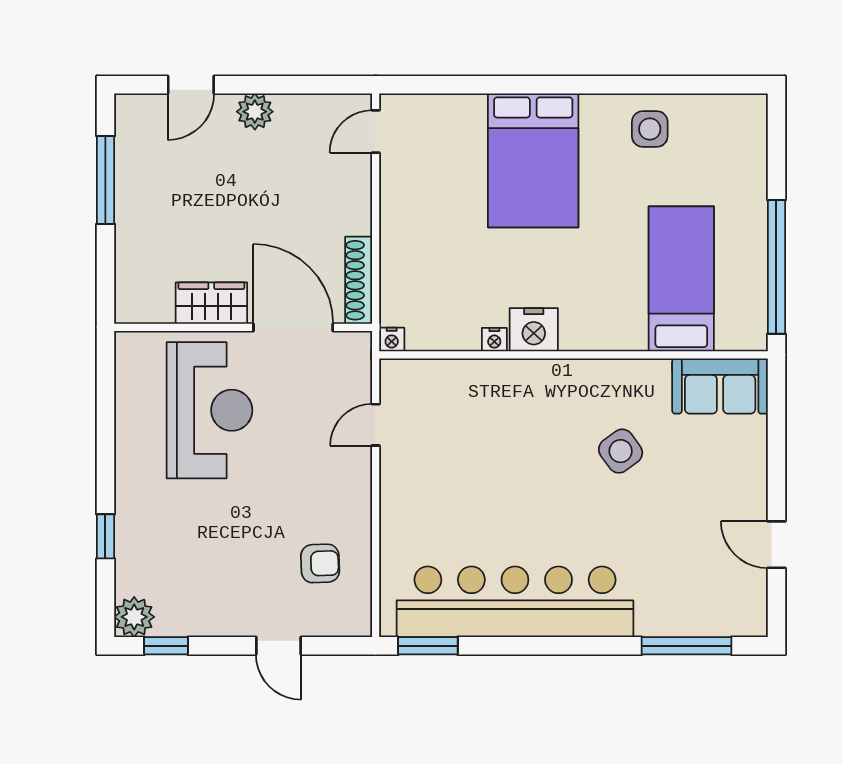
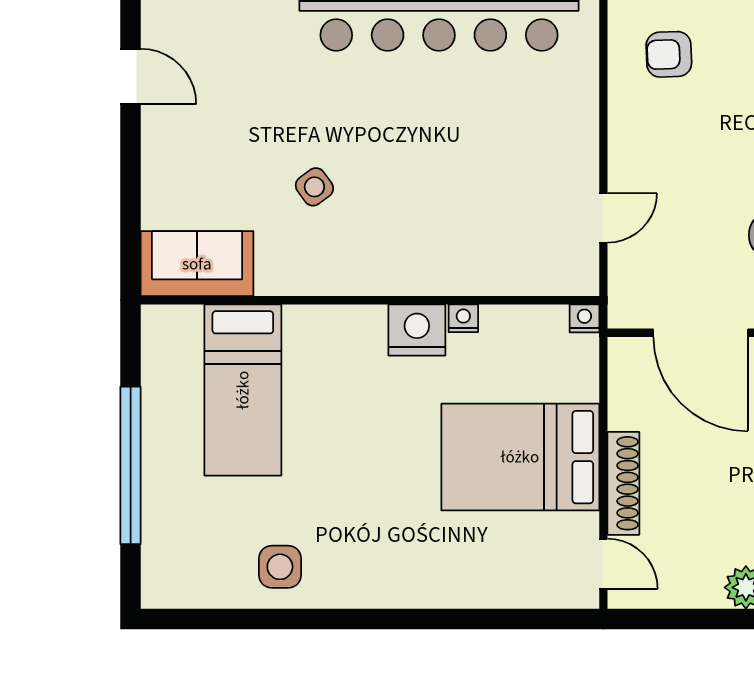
door: (376, 132) -> (603, 564), hinge flipped
bed: (533, 160) -> (520, 457), moved, turned -90
window: (776, 267) -> (131, 465), moved
shoe rack: (359, 280) -> (623, 483), moved
side table: (621, 451) -> (314, 187), width x0.73, depth x0.73

